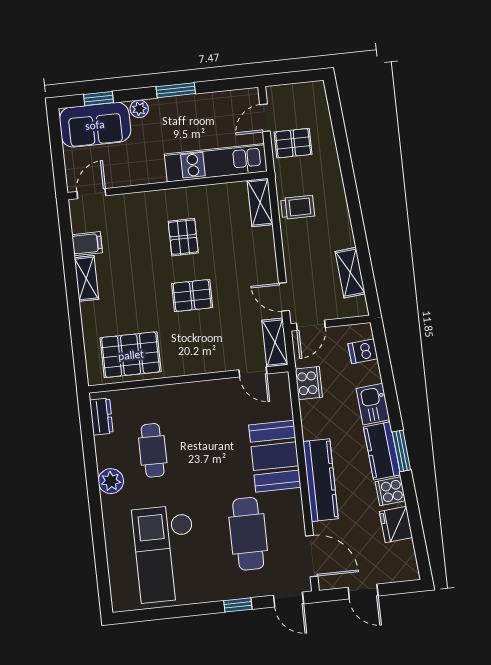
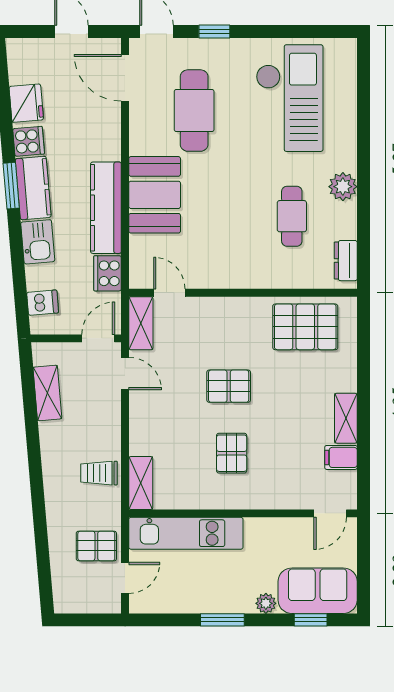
kitchen counter: (321, 480) -> (106, 208), moved

